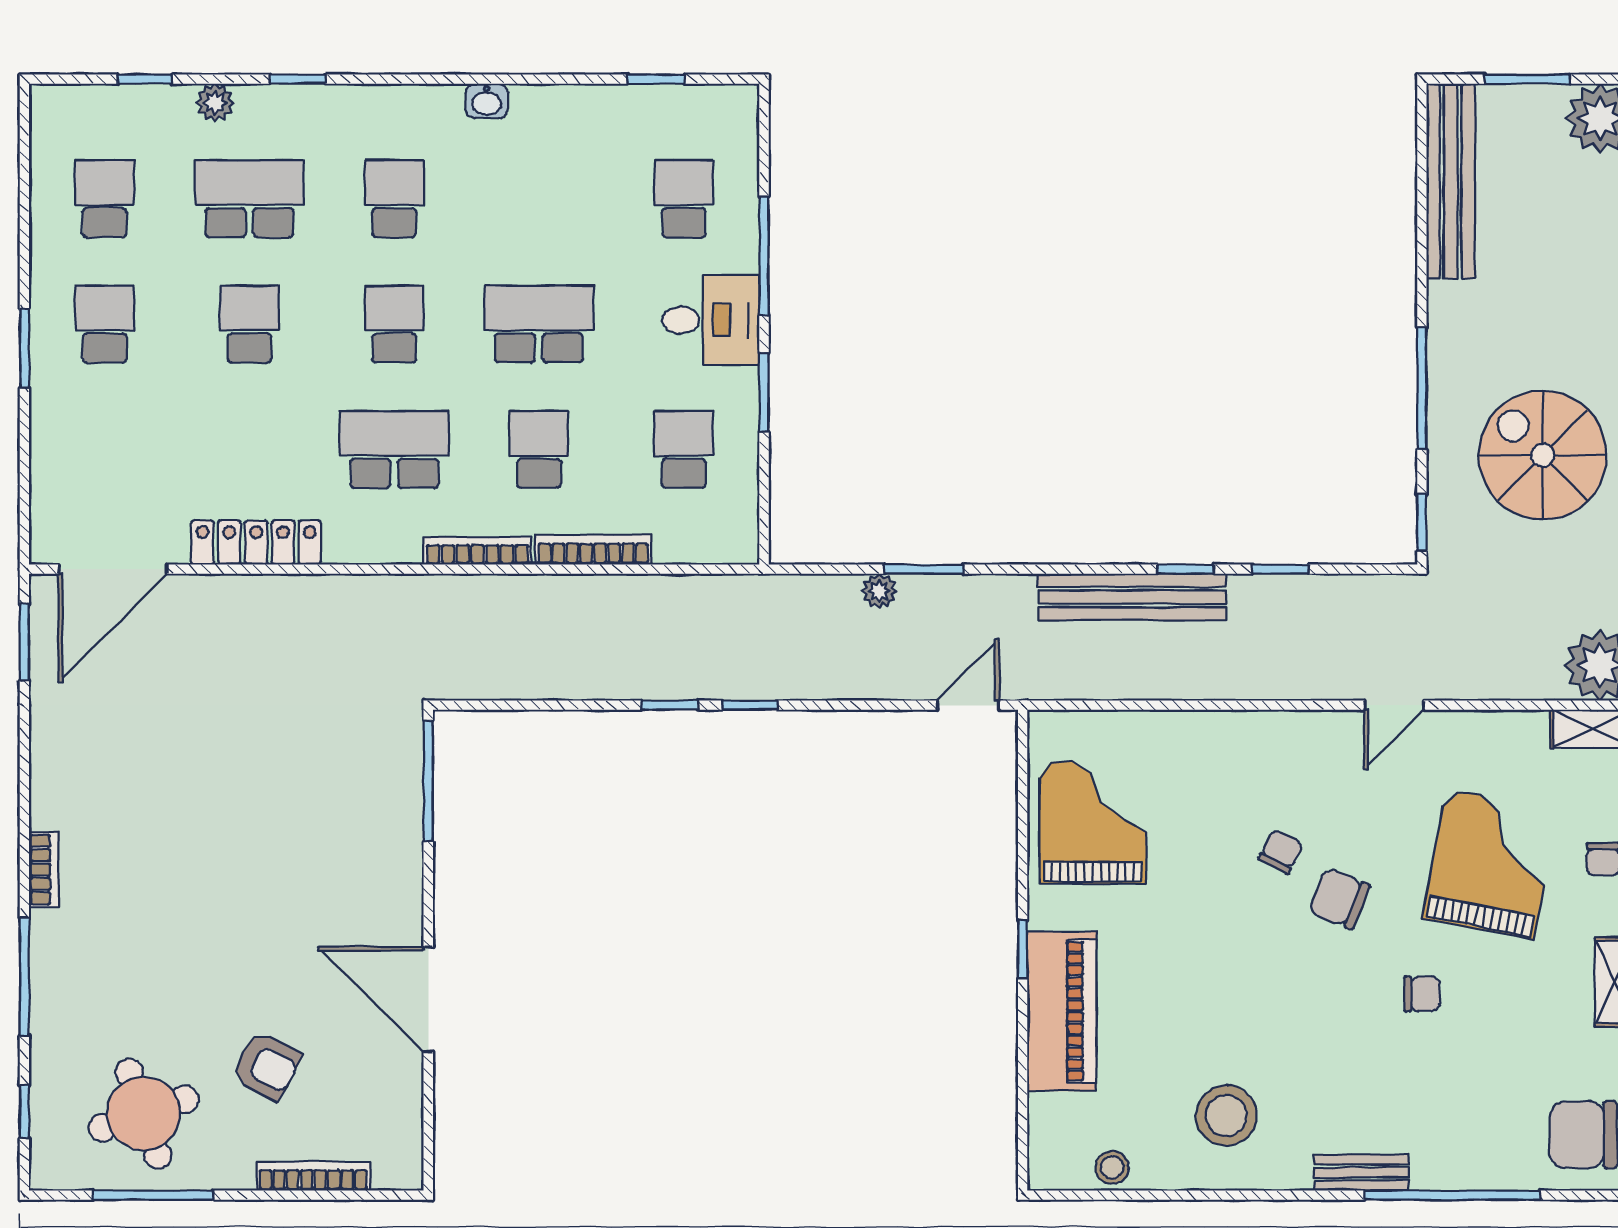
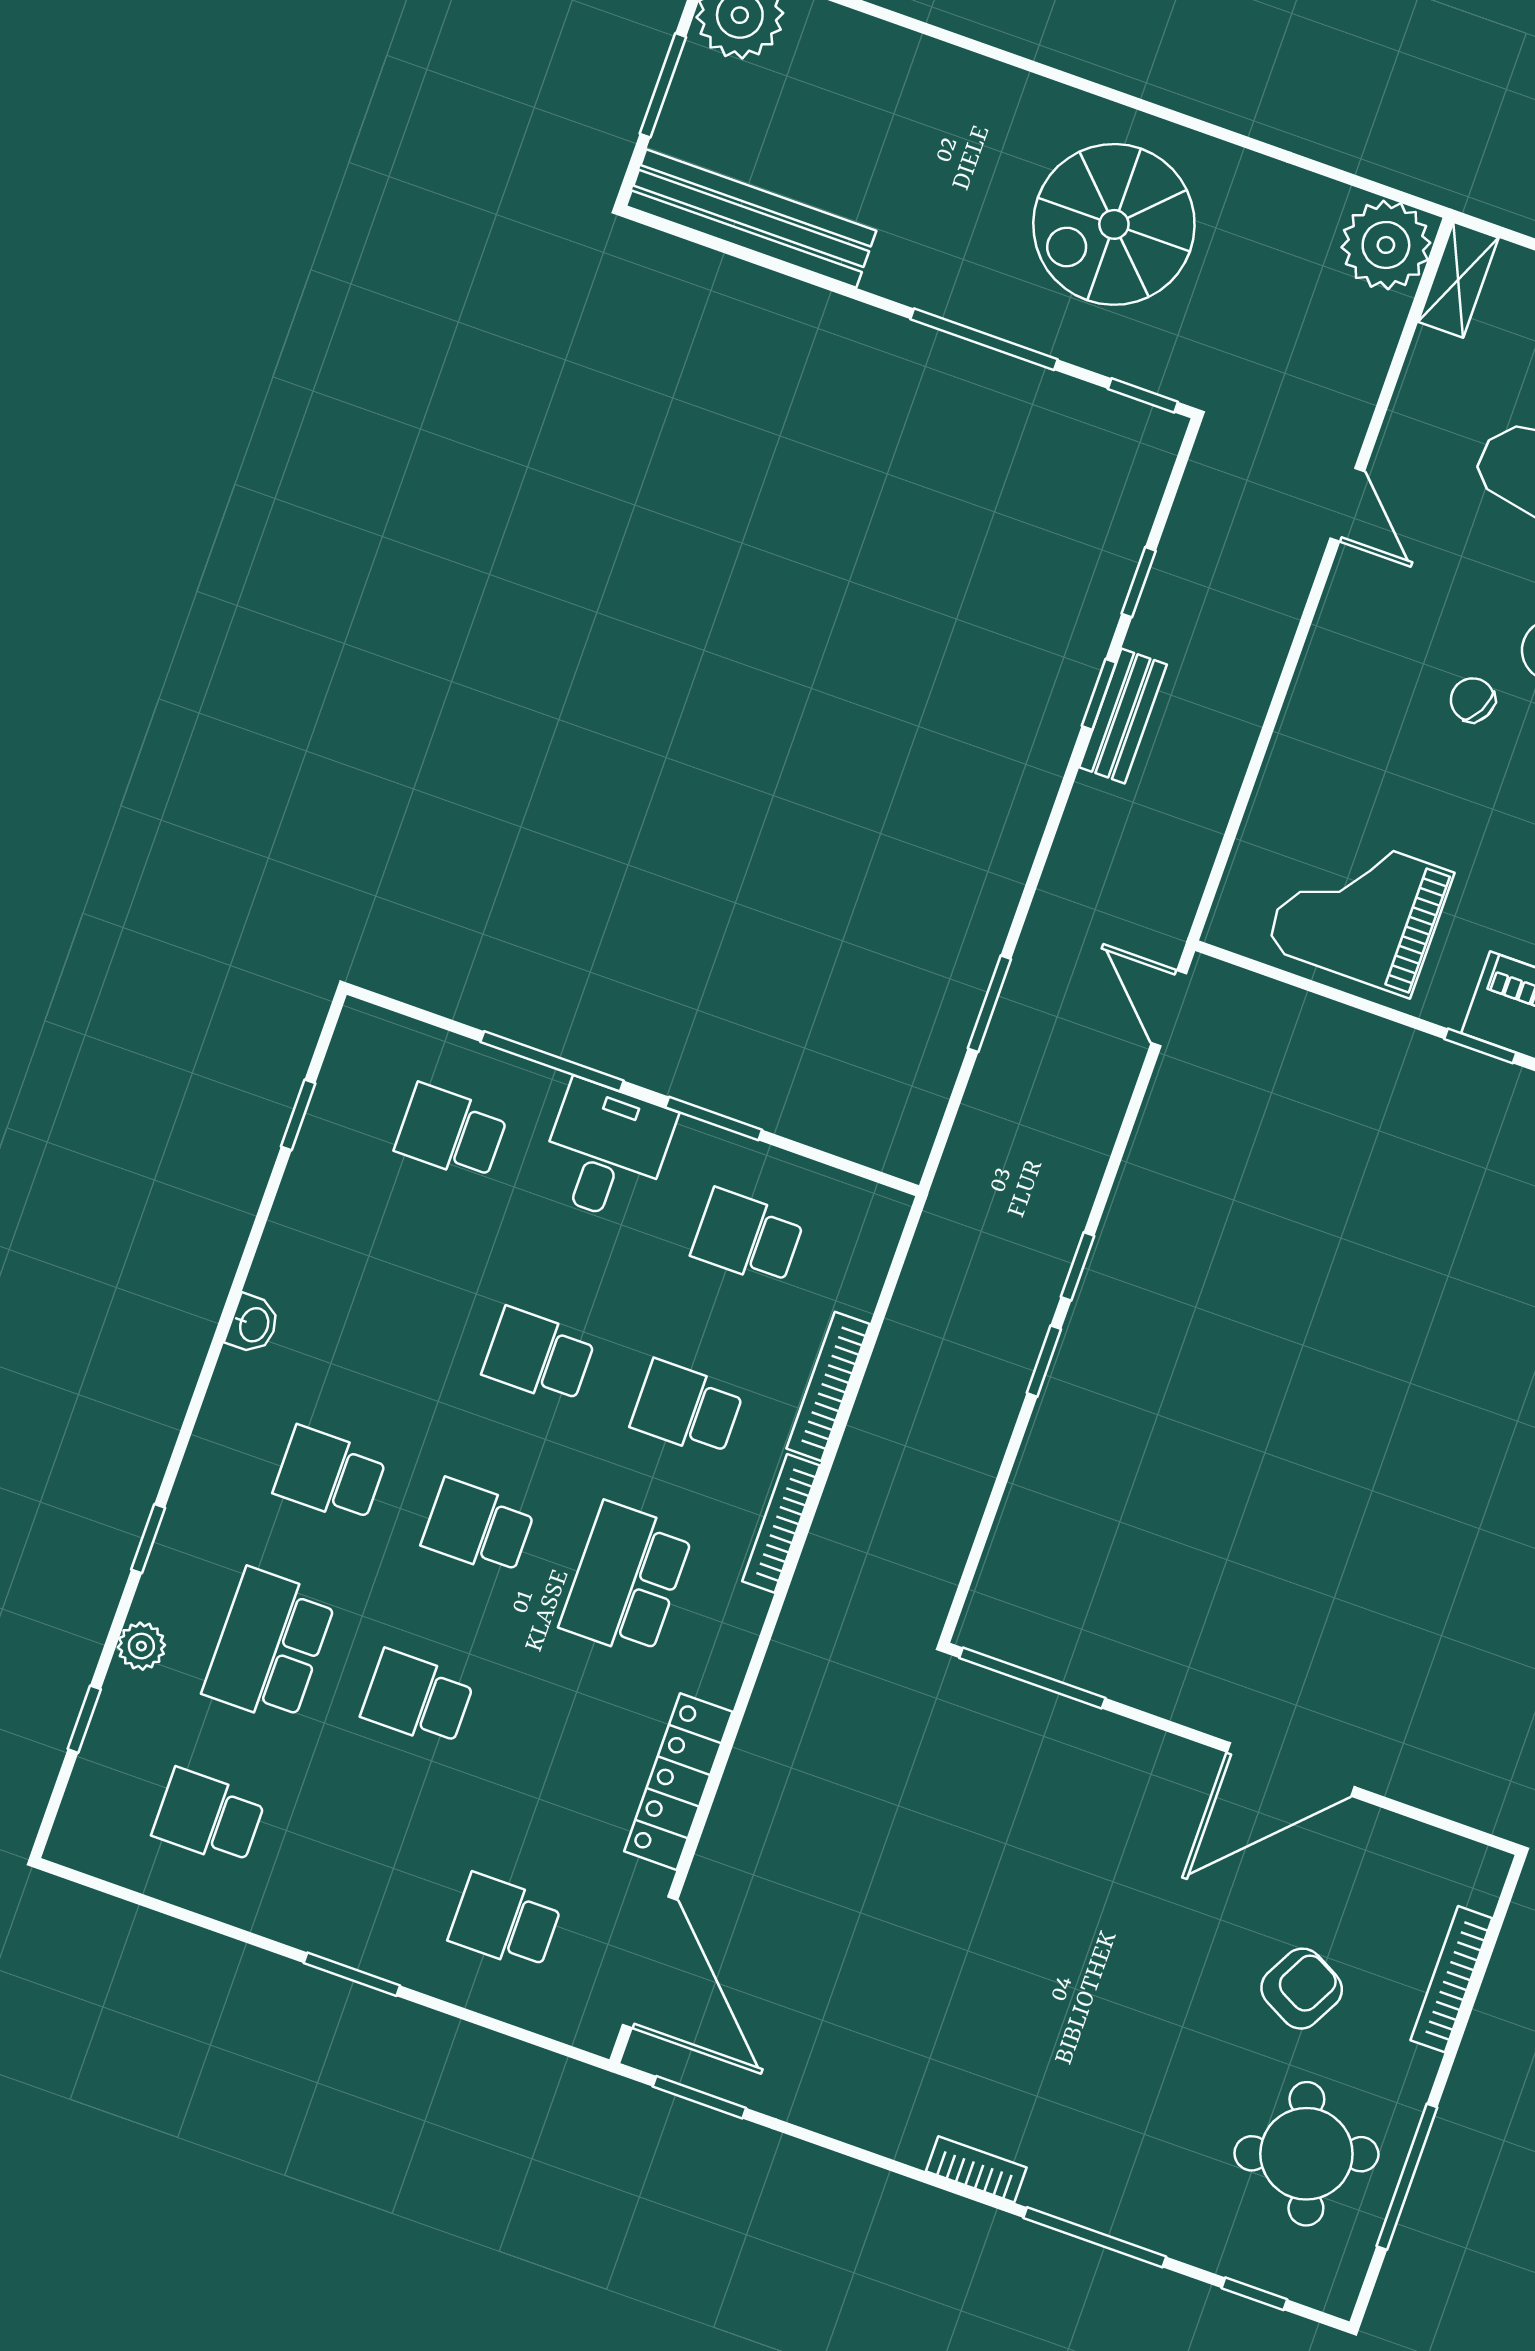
school desk: (105, 324) -> (505, 1922), moved
school desk: (539, 324) -> (539, 1356), width x0.54
plant: (879, 591) -> (997, 1066), removed
bench: (1132, 597) -> (1123, 716), width x0.54, depth x0.82

